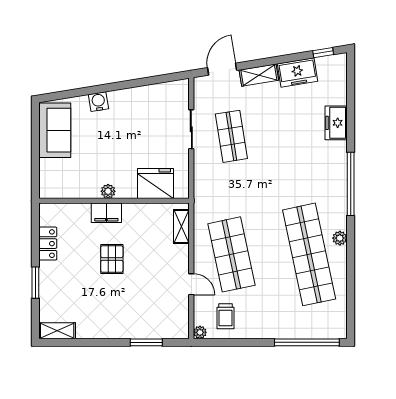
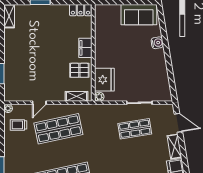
plant: (108, 191) -> (99, 97), moved
locker: (48, 244) -> (80, 10), moved
pallet: (112, 259) -> (79, 70), moved

